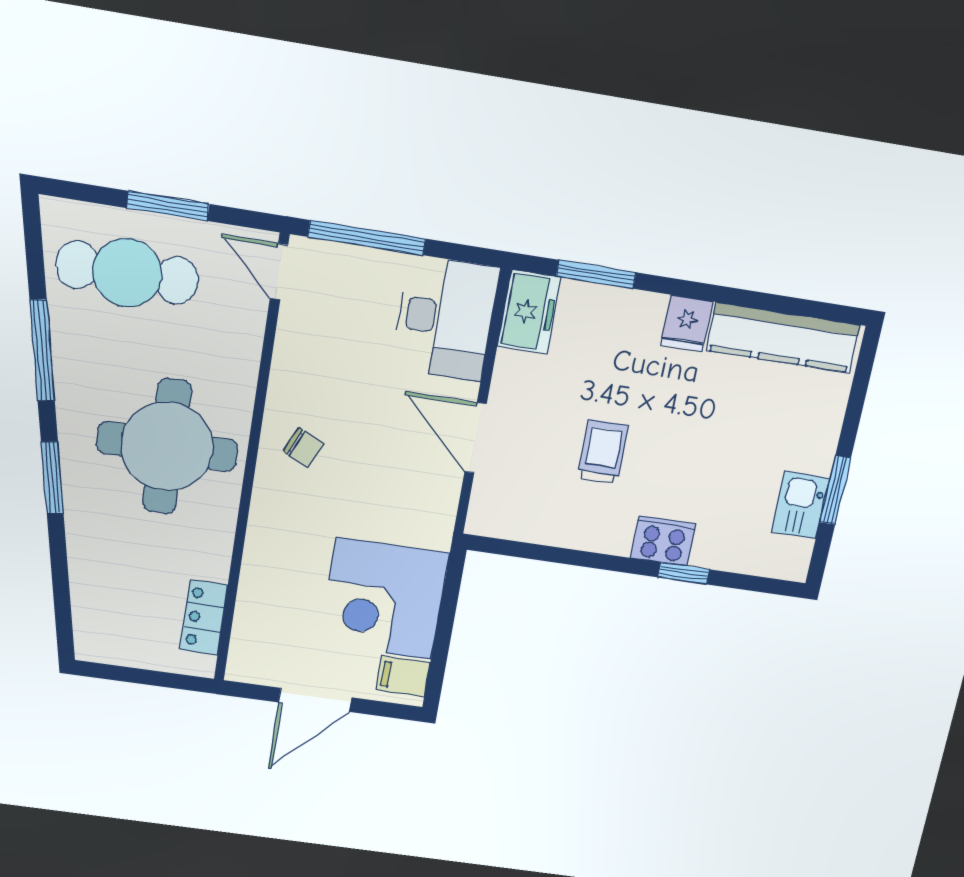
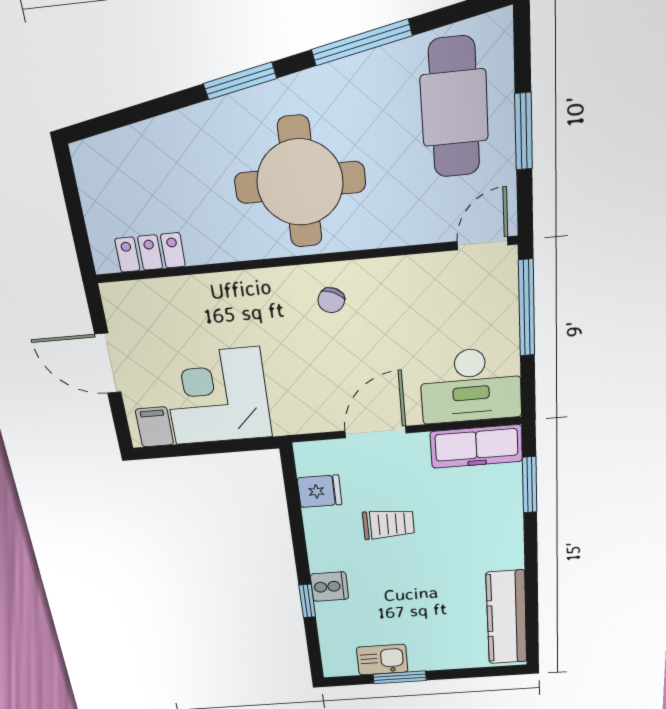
freezer: (529, 312) -> (476, 446), width x1.40
fridge: (687, 323) -> (320, 491), moved, turned 180
cooker: (663, 541) -> (329, 587), width x0.73

